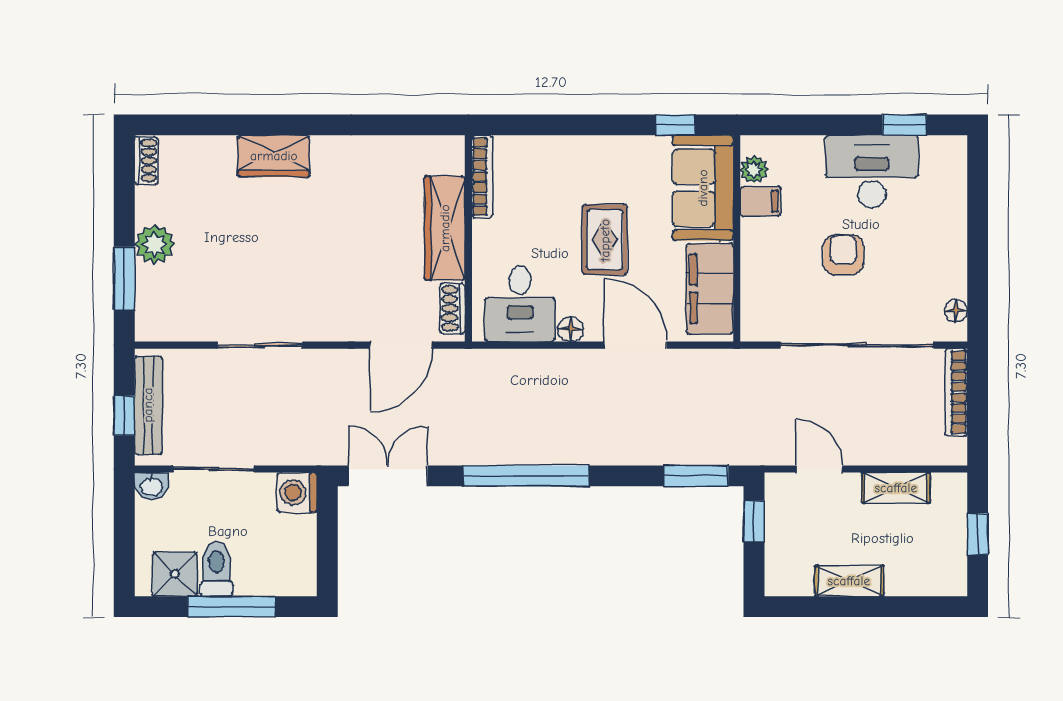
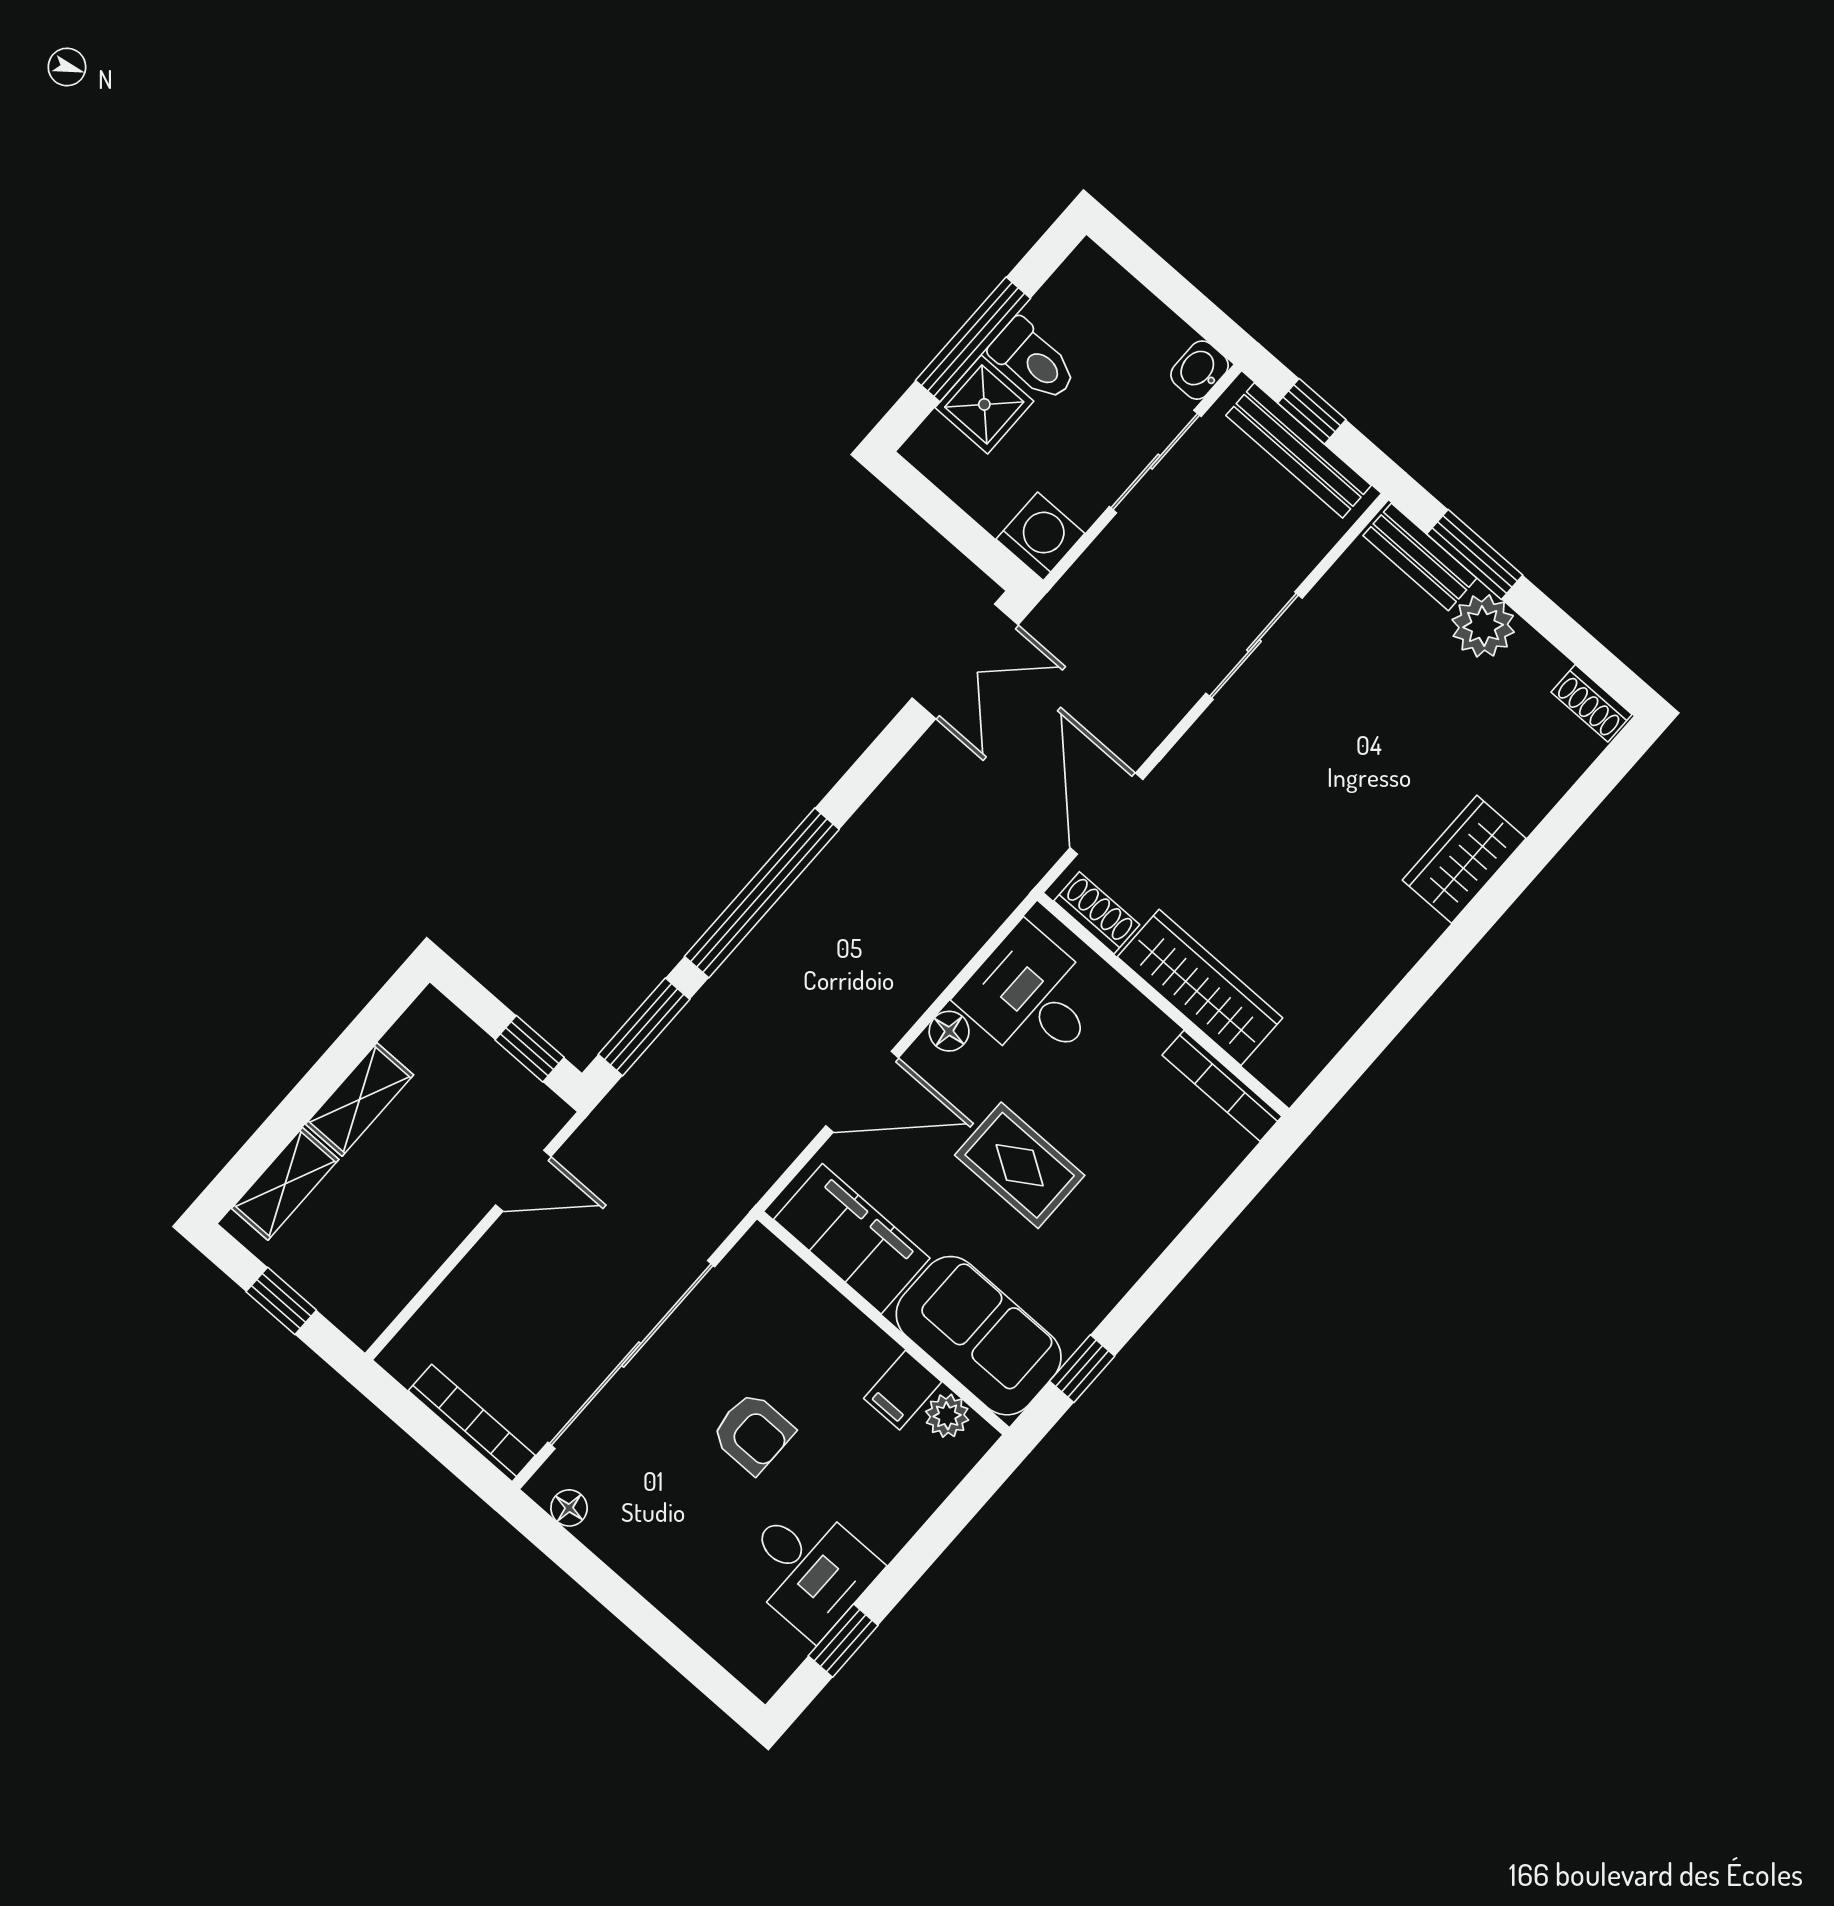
desk: (872, 172) -> (809, 1568), width x0.73
bench: (148, 303) -> (1420, 557), added
window: (526, 476) -> (762, 893), moved
shelving: (896, 488) -> (285, 1184), moved
shower: (175, 574) -> (984, 404), moved

